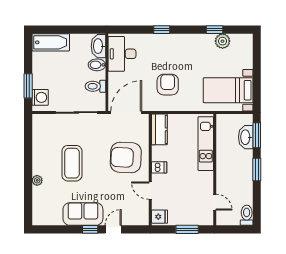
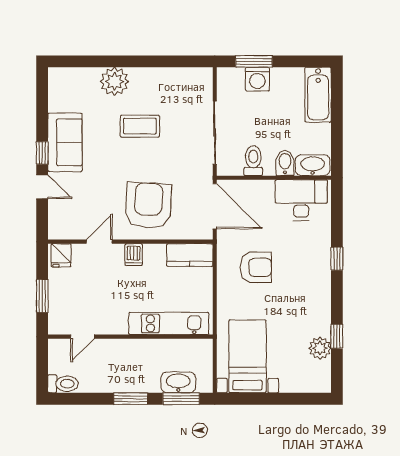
washing machine: (40, 97) -> (257, 79), moved
coffee table: (72, 163) -> (140, 126), width x0.73, depth x0.76
plant: (37, 180) -> (114, 82), width x1.88, depth x1.88

